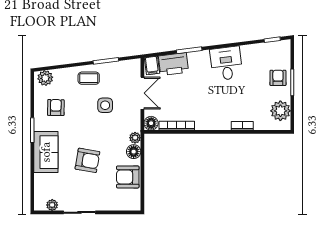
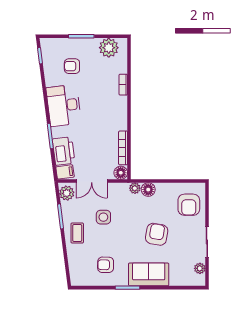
desk: (226, 63) -> (64, 105), width x1.37
plant: (45, 78) -> (67, 193), moved
armchair: (278, 78) -> (72, 66), moved
double door: (142, 93) -> (92, 181), swing flipped
armchair: (128, 177) -> (189, 205), moved

